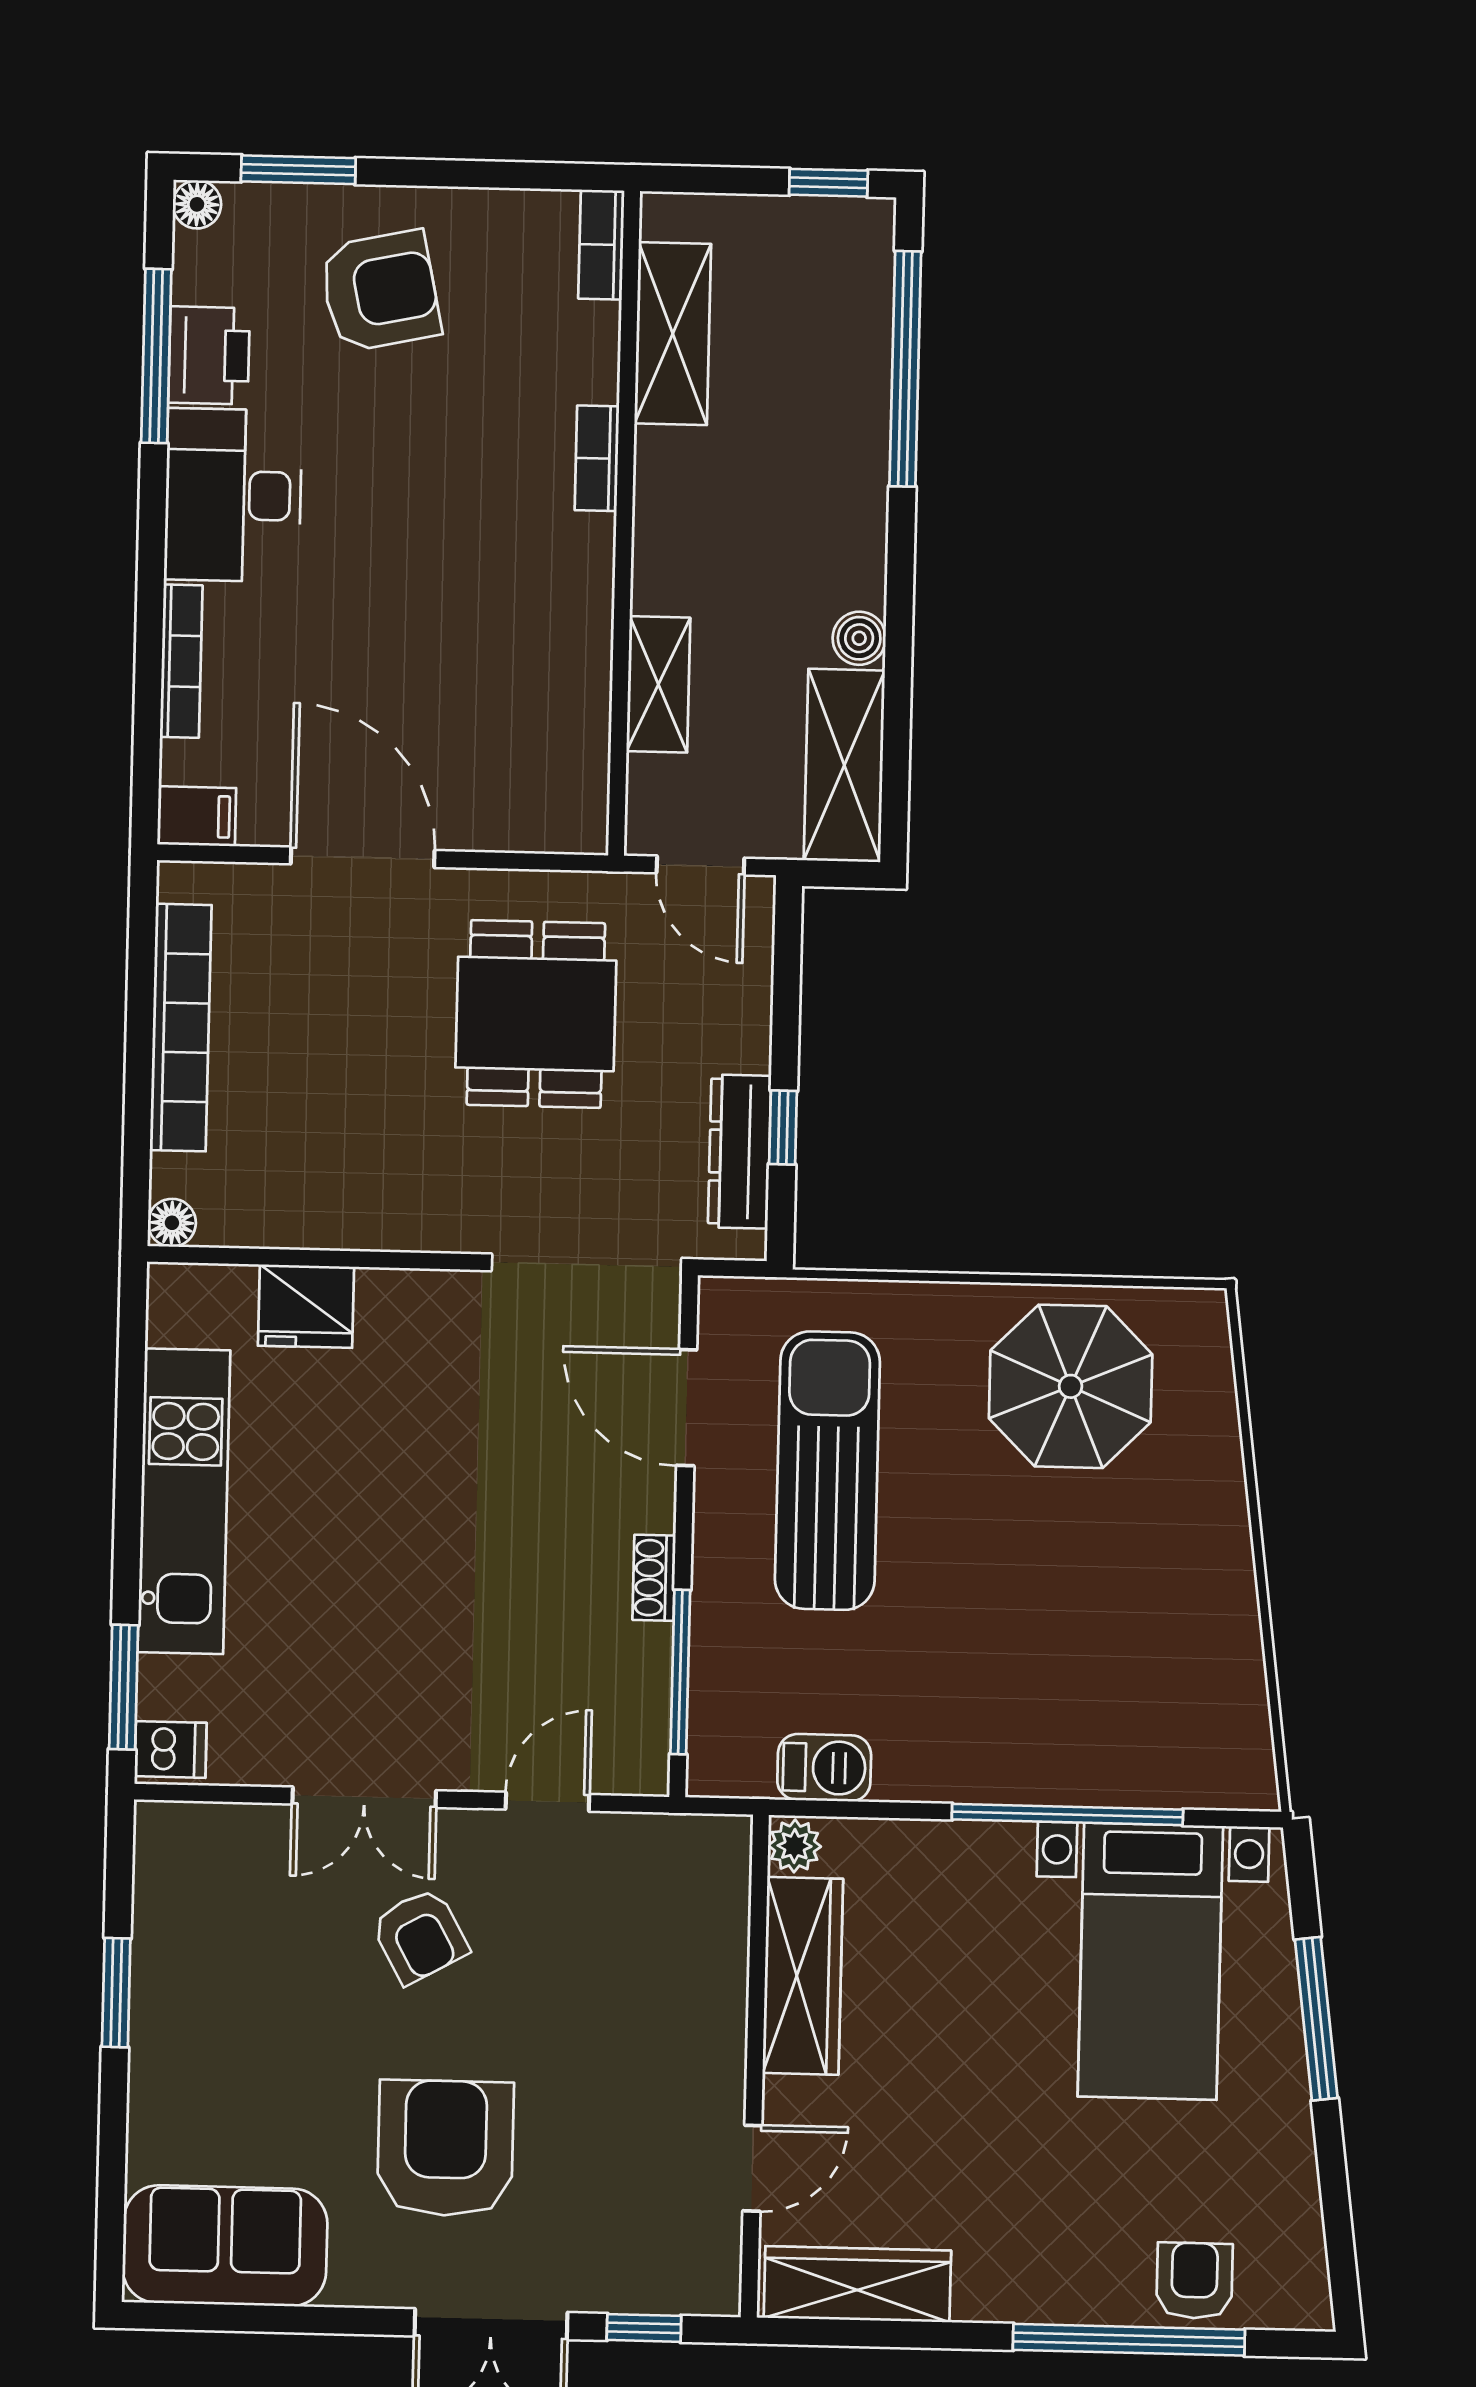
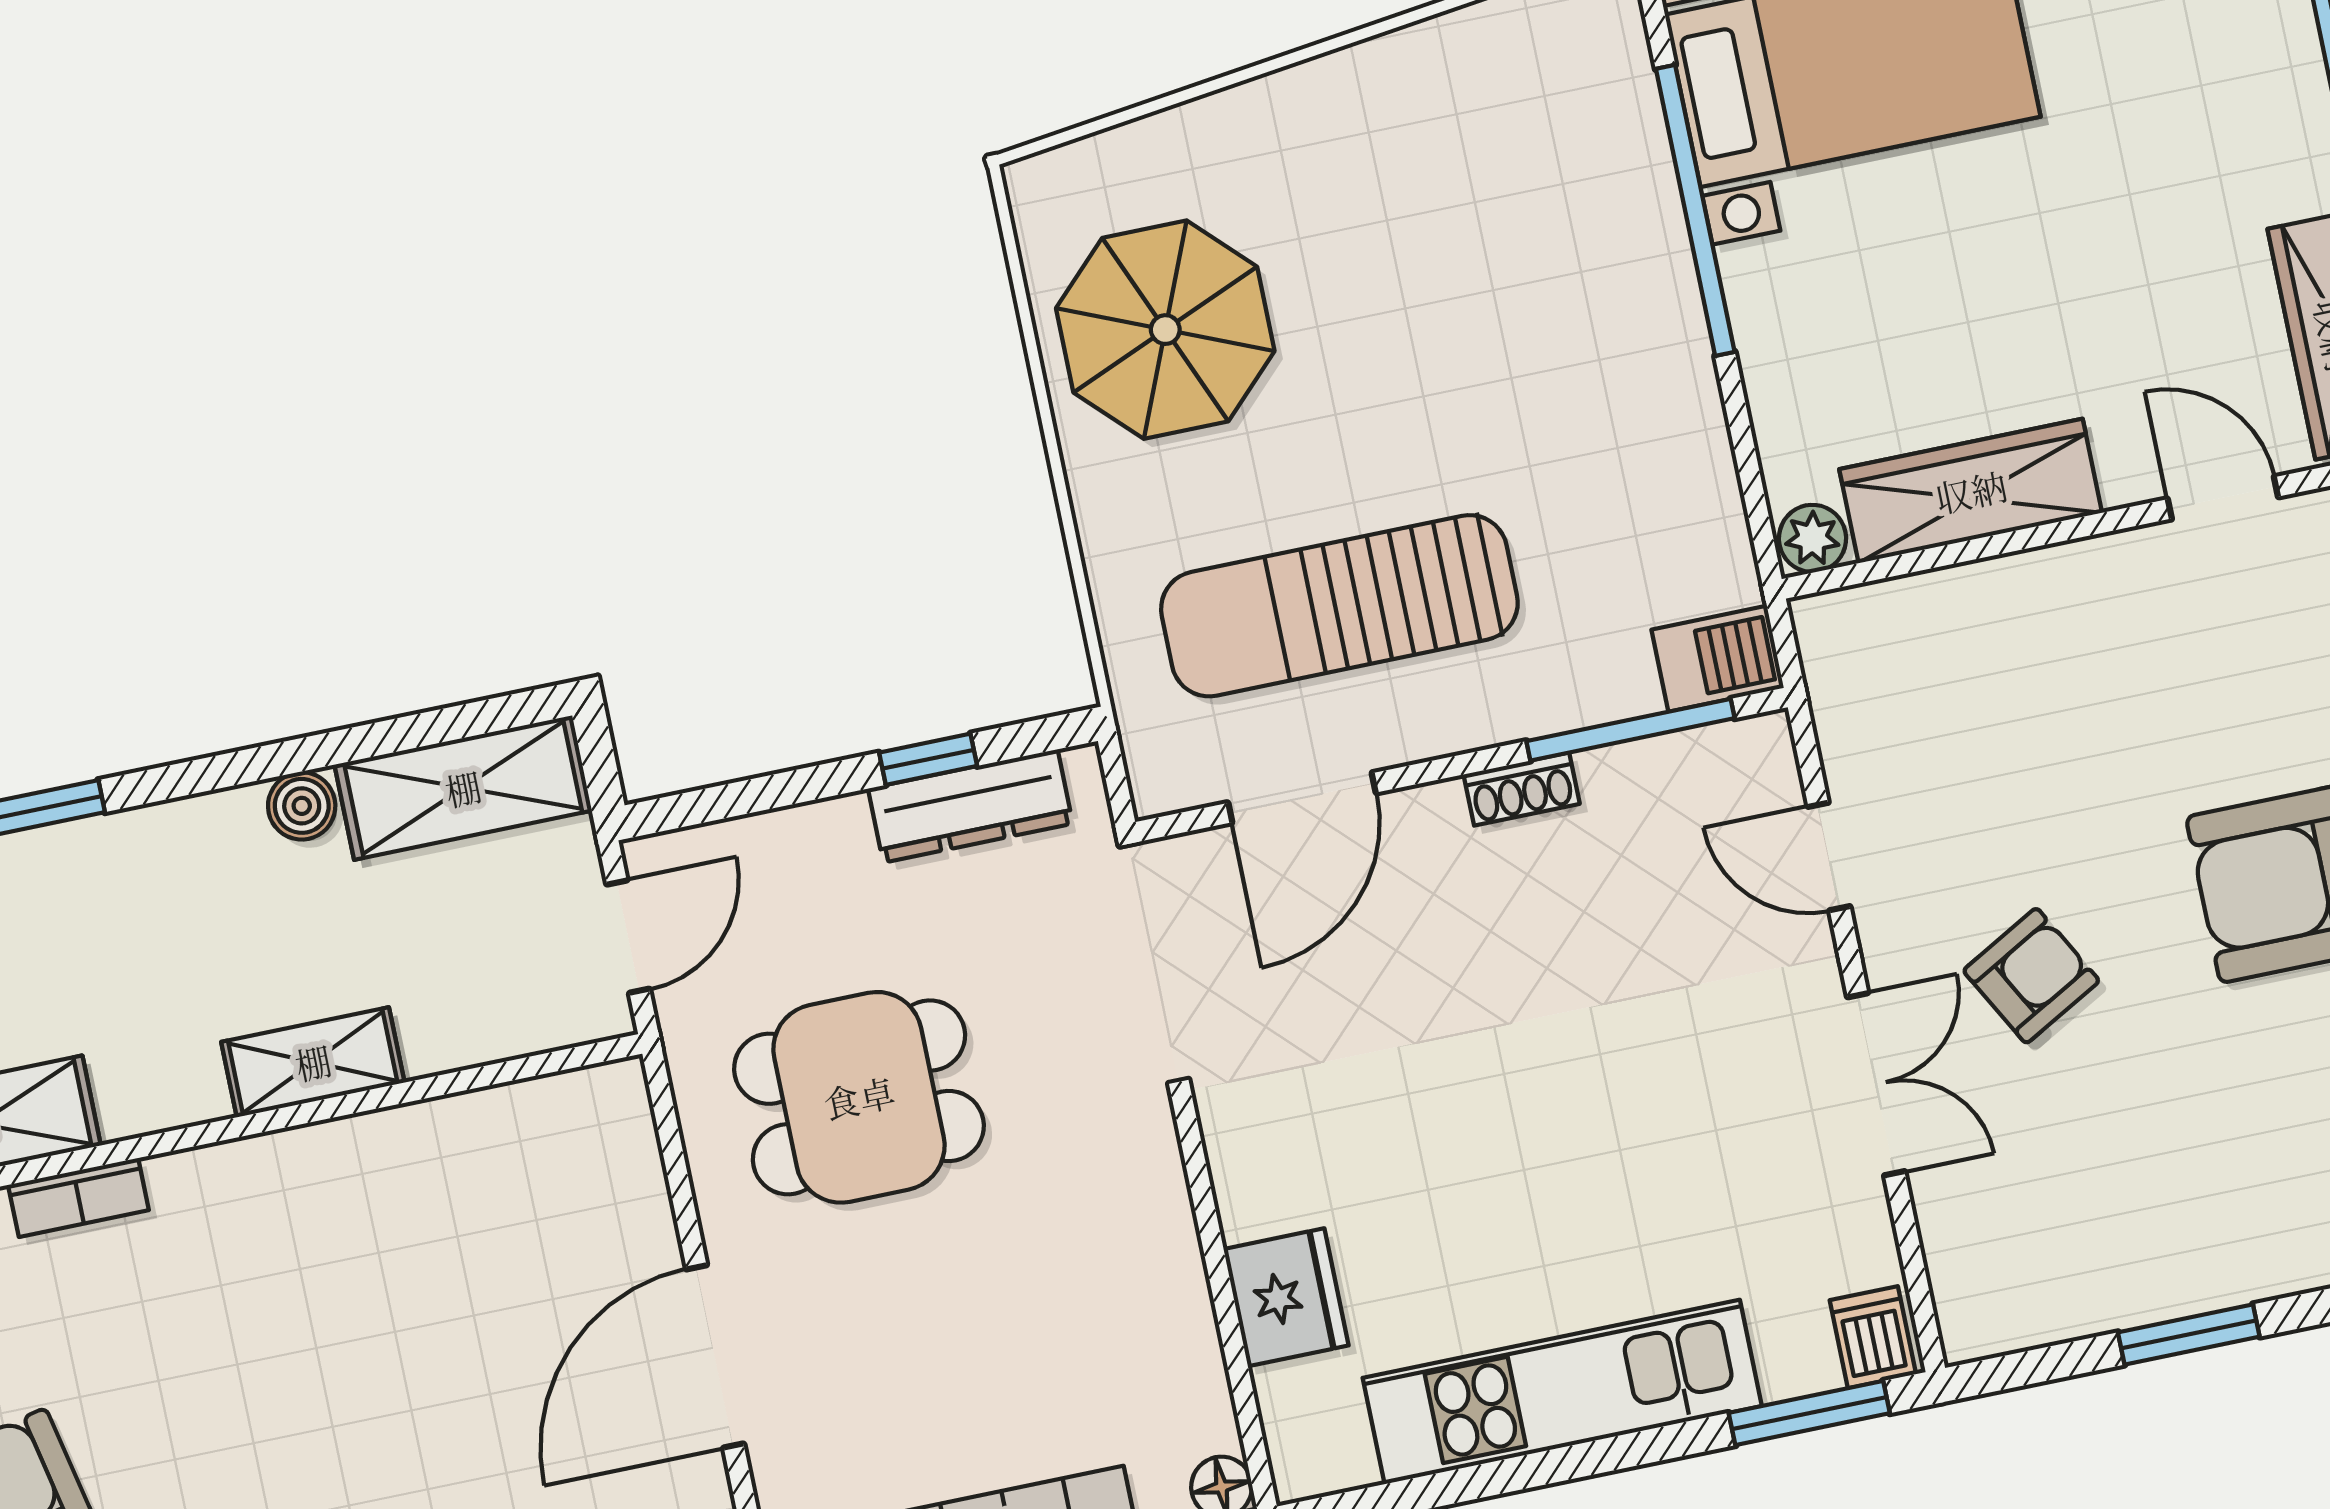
bookcase: (597, 458) -> (78, 1197), moved
shelving: (658, 684) -> (313, 1062), moved
barbecue: (824, 1768) -> (1718, 659), moved, turned 90

